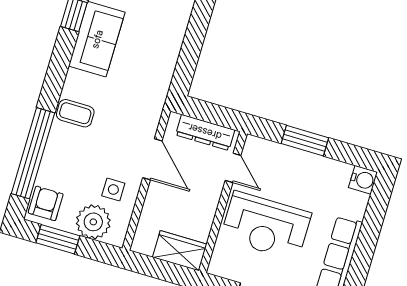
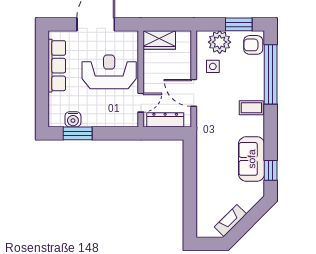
window: (305, 141) -> (78, 133), moved
door: (233, 168) -> (141, 103), swing flipped
water cooler: (363, 180) -> (73, 119), moved, turned -90
armchair: (46, 203) -> (253, 45), turned 90

